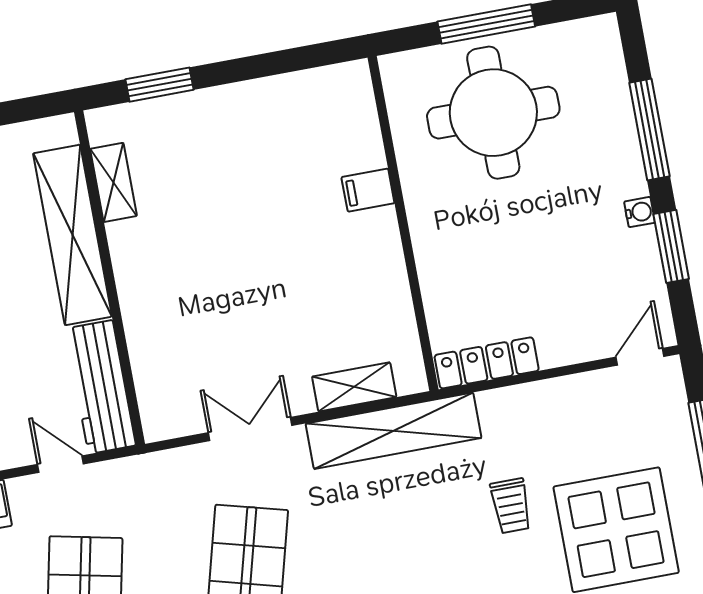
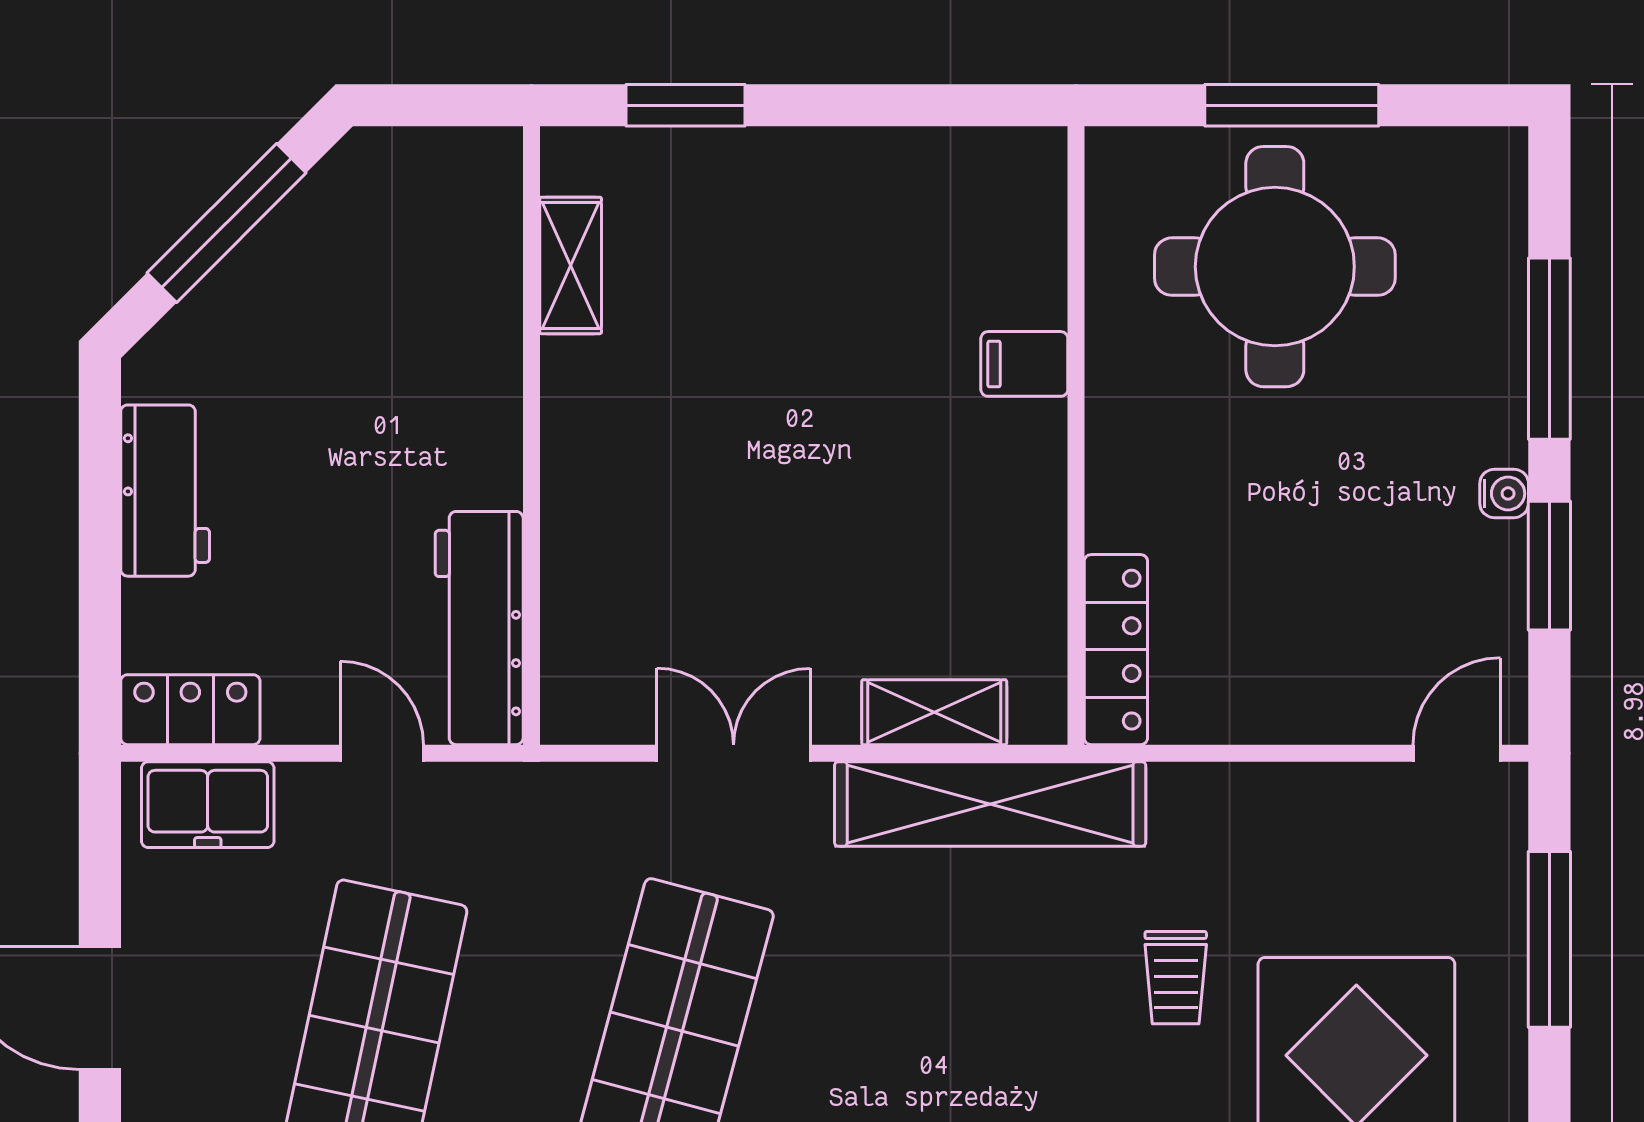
shelving: (73, 235) -> (479, 346), removed
locker: (487, 363) -> (1116, 650), moved, turned 90

